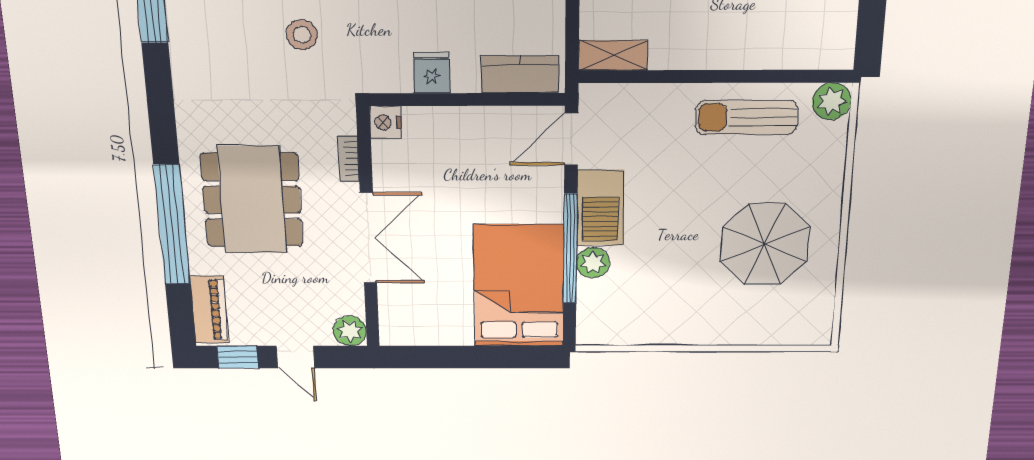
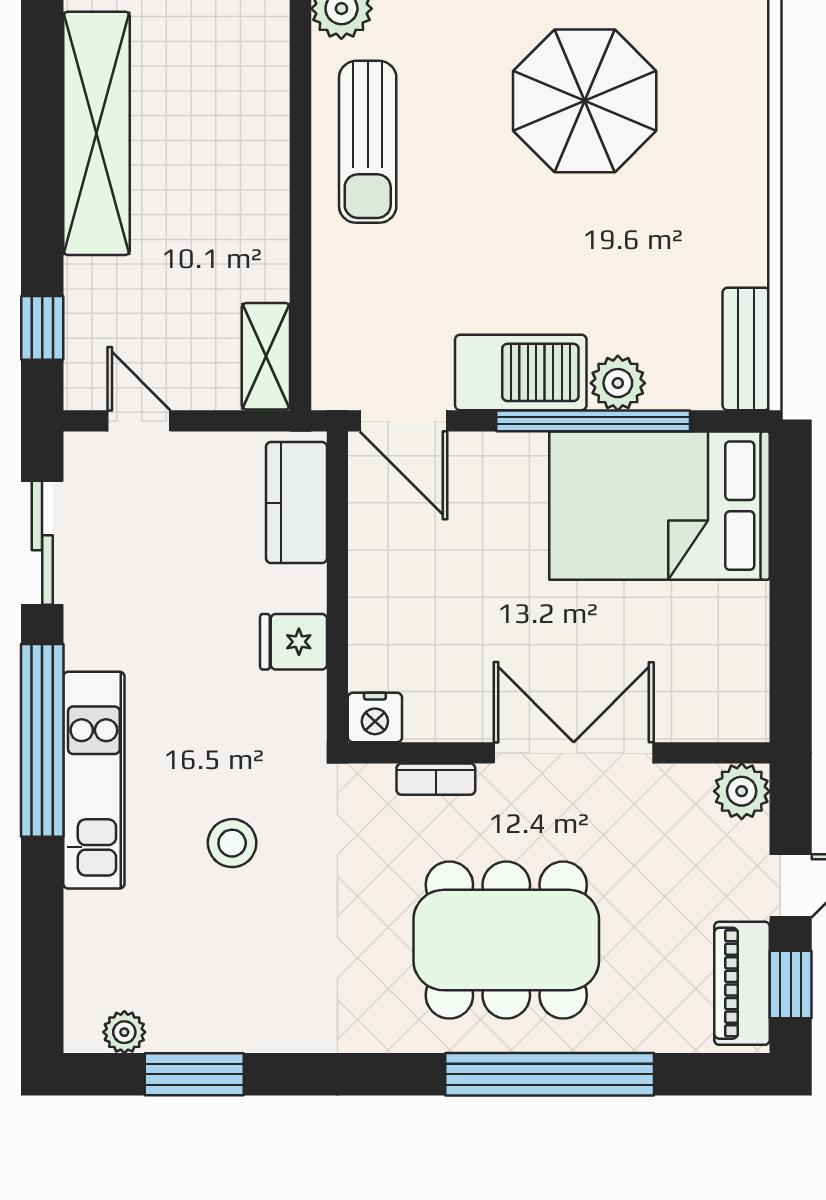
piano: (209, 310) -> (742, 983), moved, turned -90
bench: (612, 333) -> (746, 349), added

